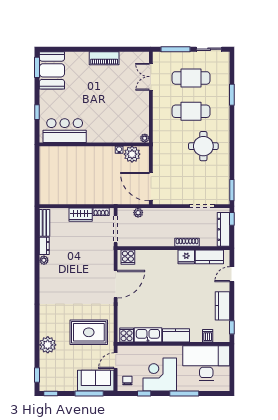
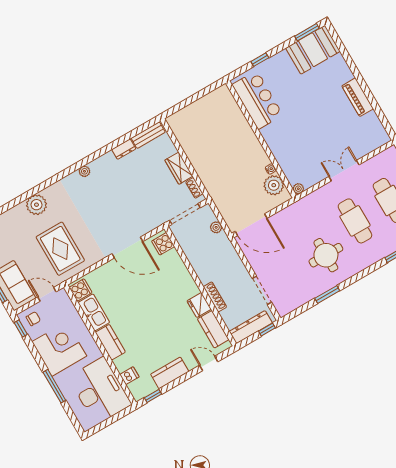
double door: (151, 77) -> (344, 171), moved
door: (151, 187) -> (251, 225), swing flipped
window: (232, 190) -> (327, 295), moved
plant: (44, 260) -> (84, 171), moved
plant: (48, 345) -> (37, 205), moved
window: (144, 393) -> (21, 328), moved

